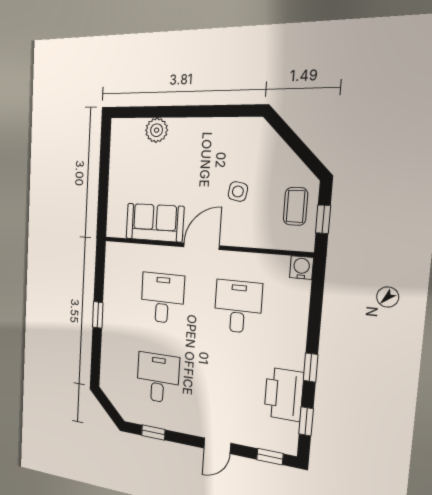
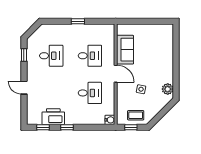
plant: (157, 130) -> (168, 89), moved
window: (270, 457) -> (24, 113), removed

